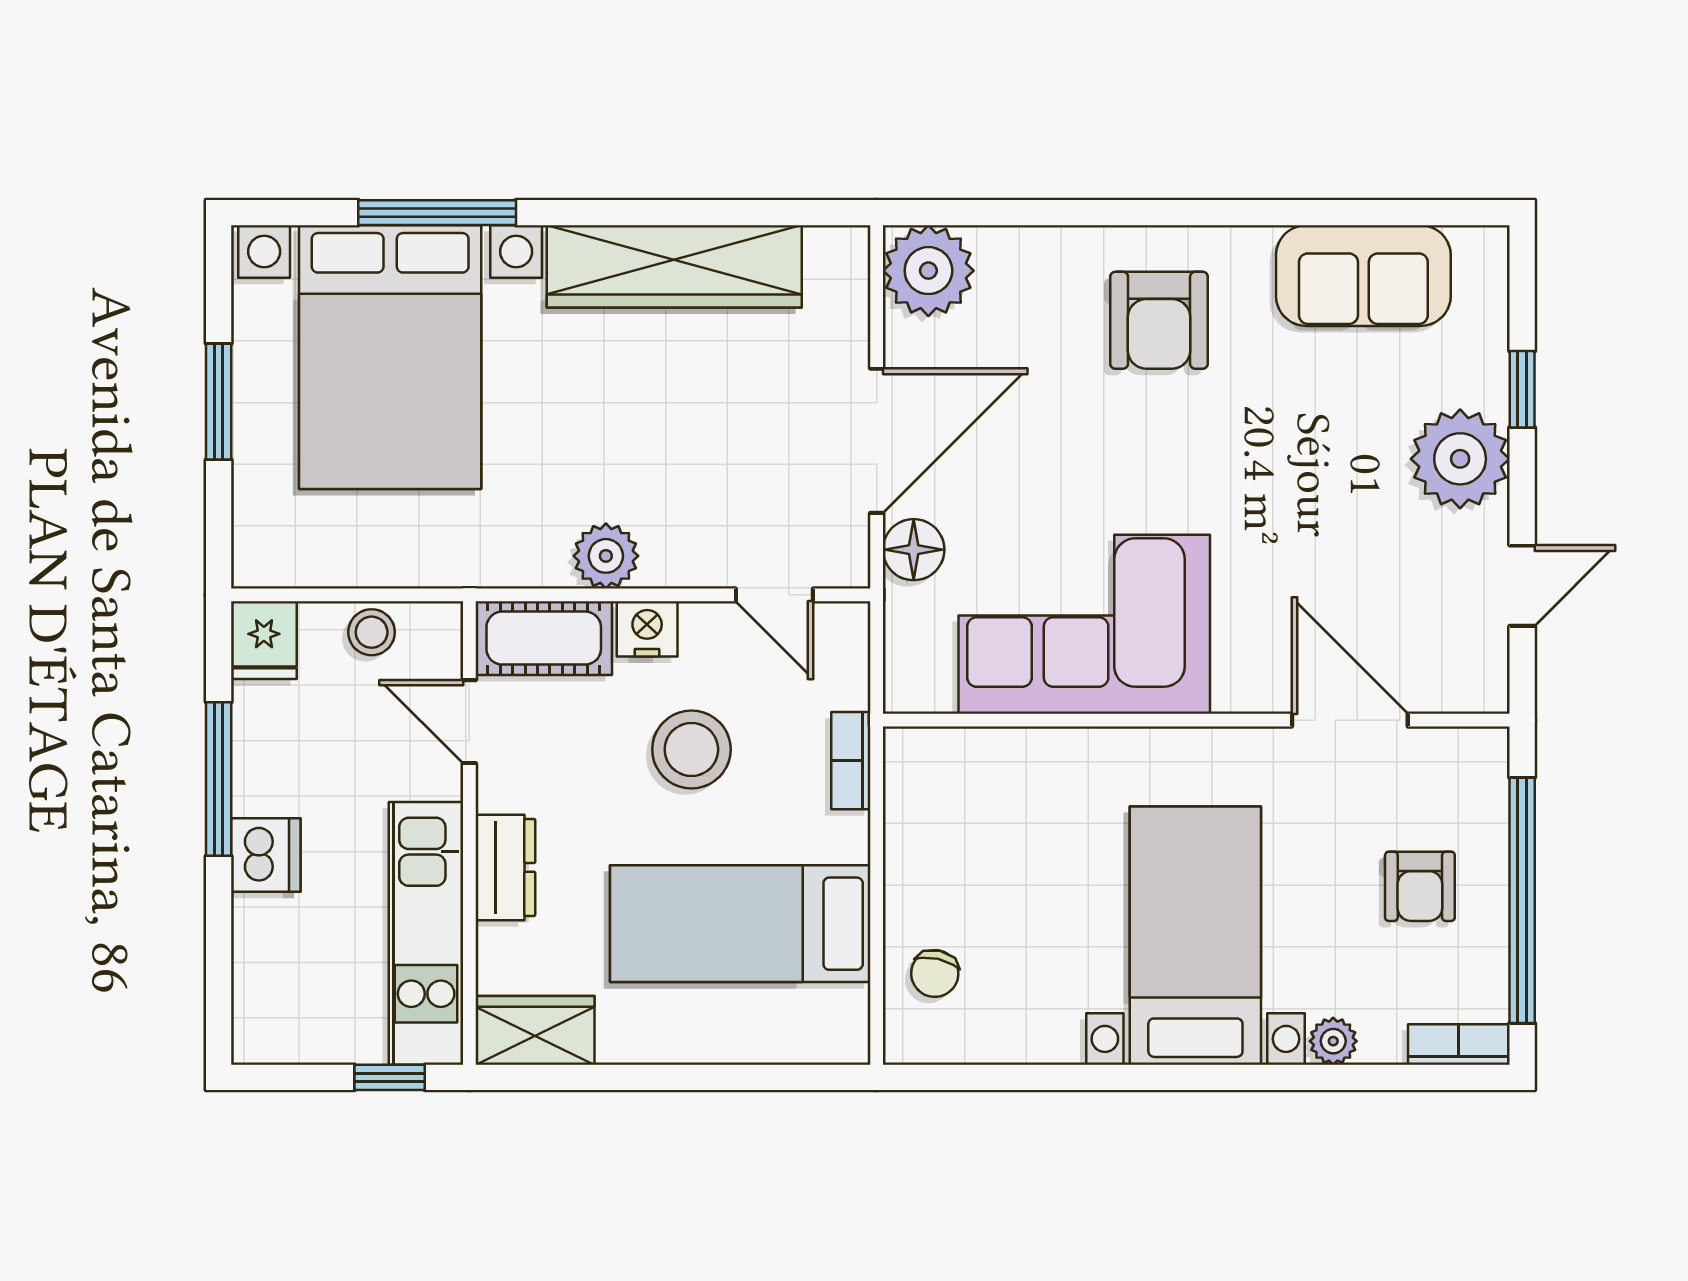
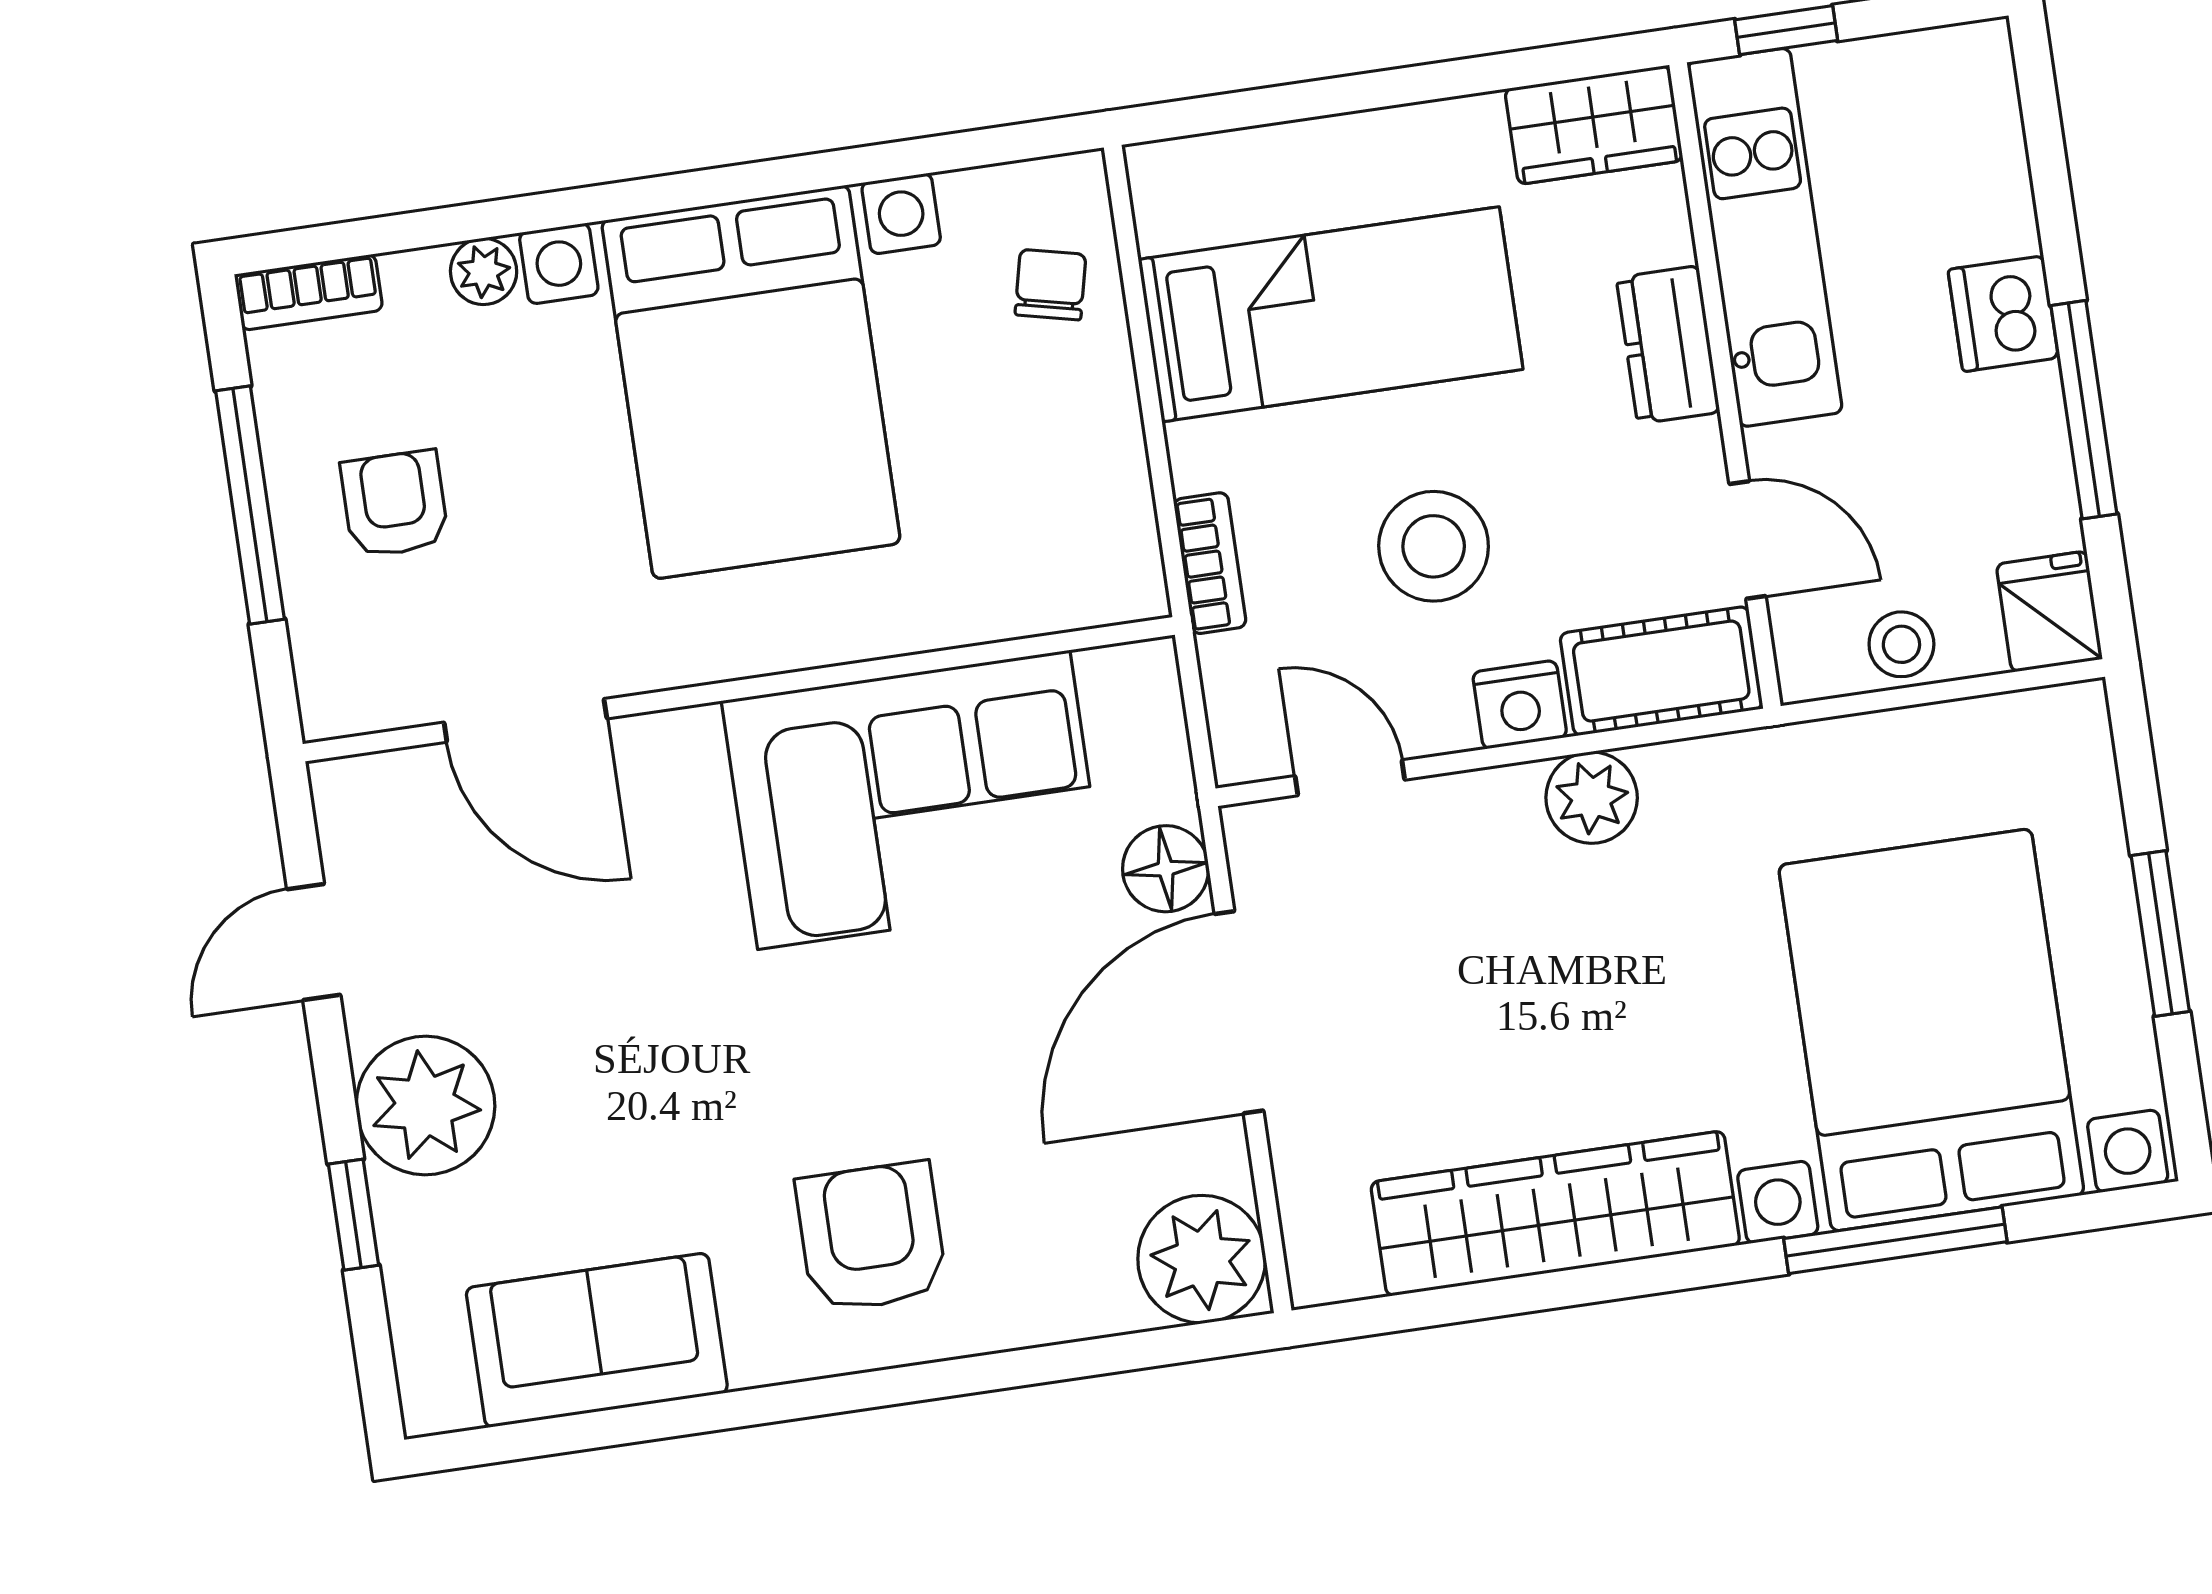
window: (1522, 900) -> (250, 505), width x0.68
bed with nightstands: (1195, 936) -> (751, 382), width x1.36

